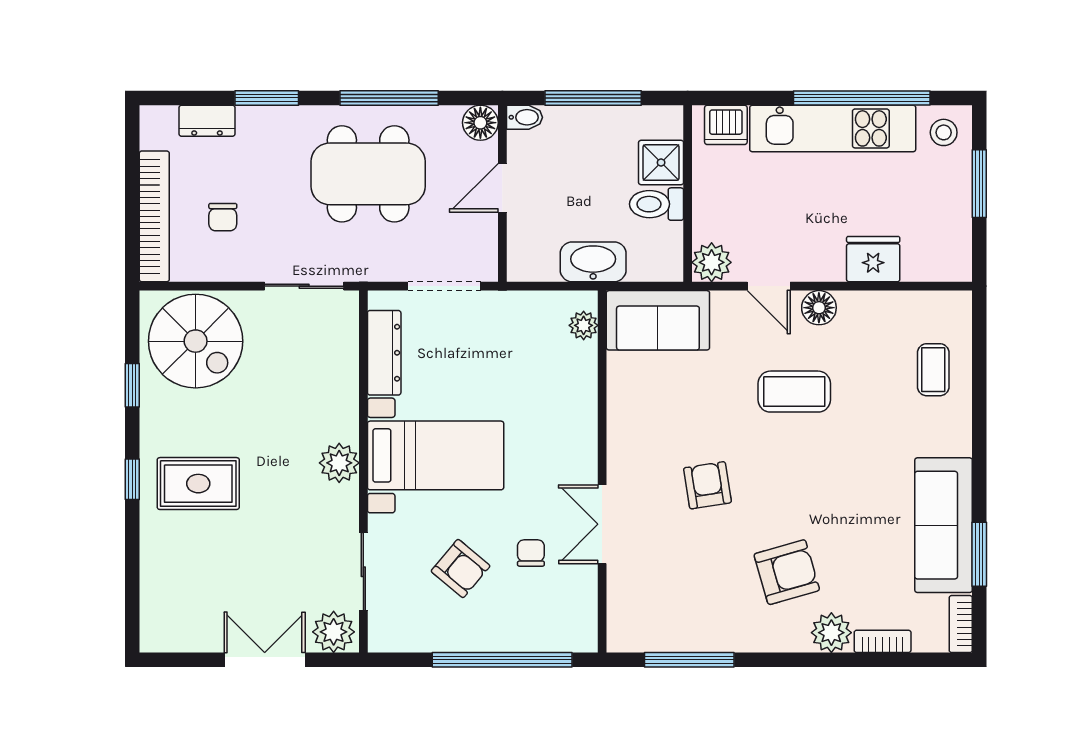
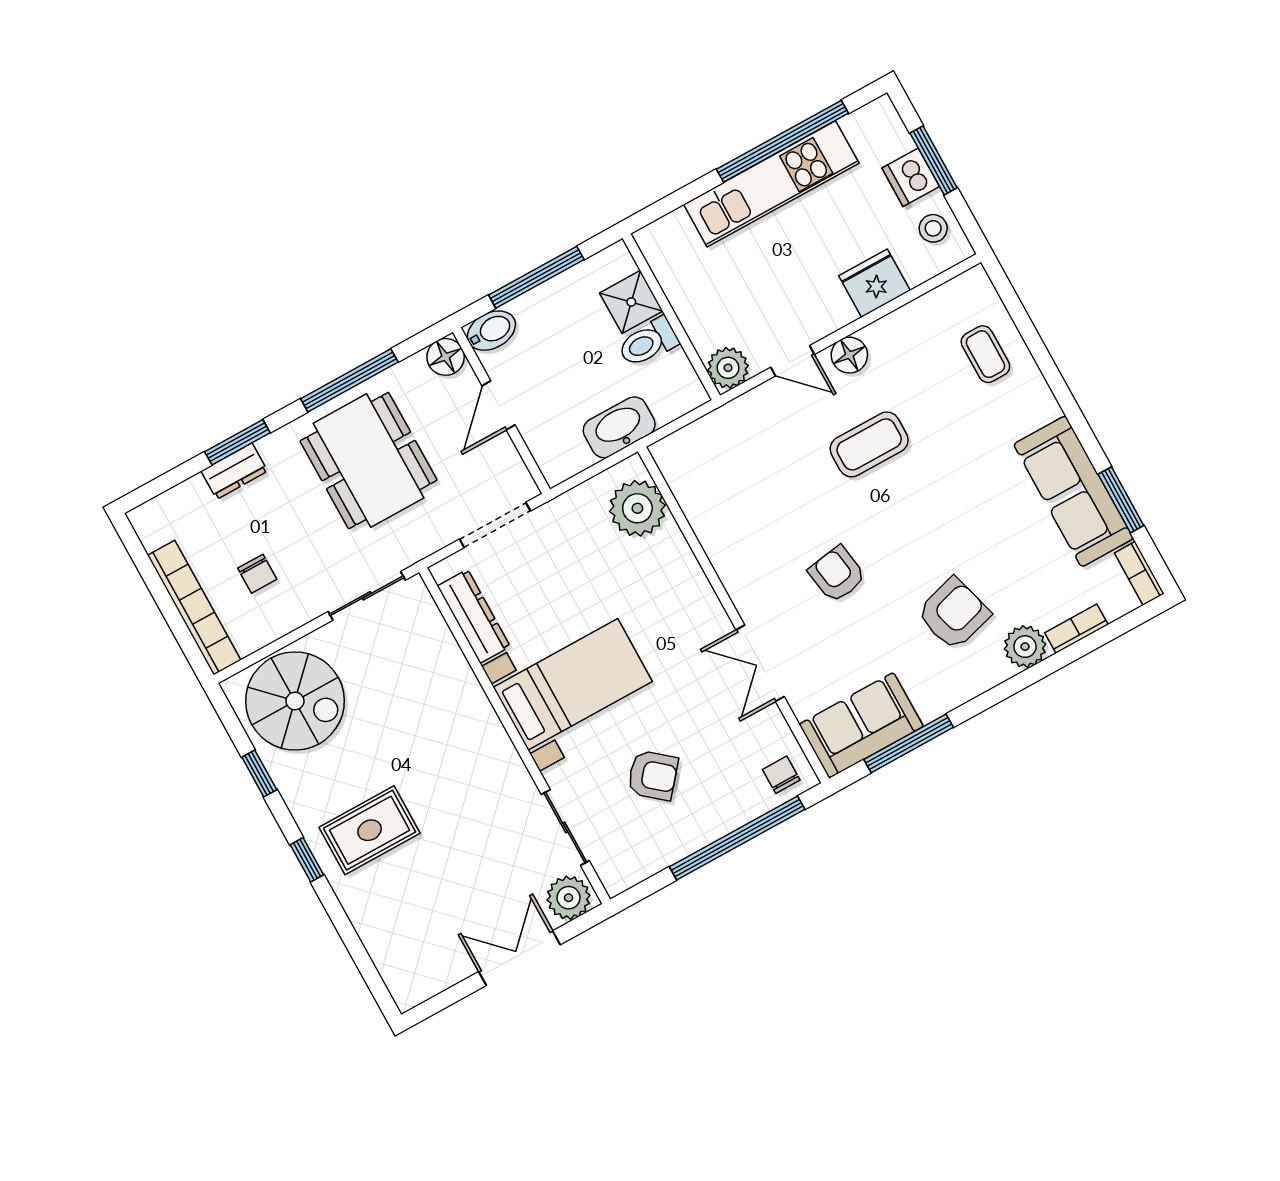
bidet: (524, 117) -> (491, 331), width x1.38, depth x1.36
dresser: (207, 121) -> (234, 471), moved
dishwasher: (726, 125) -> (911, 177), moved, turned 90
stool: (944, 132) -> (933, 228), moved
dining table: (368, 174) -> (369, 461), turned 90
sofa: (658, 320) -> (861, 725), moved, turned 180
plant: (584, 325) -> (637, 508), width x1.88, depth x1.88
plant: (339, 463) -> (488, 740), removed
chair: (531, 553) -> (781, 775), moved

